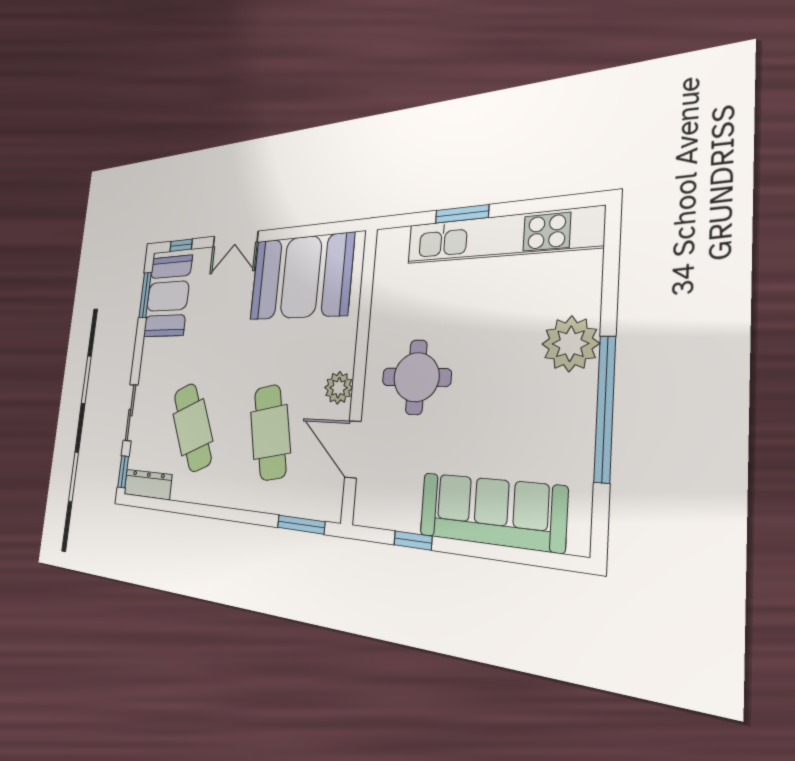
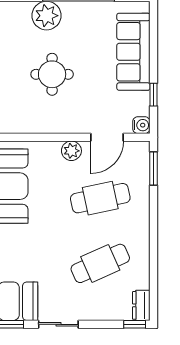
round table: (416, 377) -> (52, 74), moved
sliding door: (131, 413) -> (58, 324), moved
dresser: (148, 484) -> (141, 305), width x0.70
water cooler: (366, 512) -> (141, 125), added

